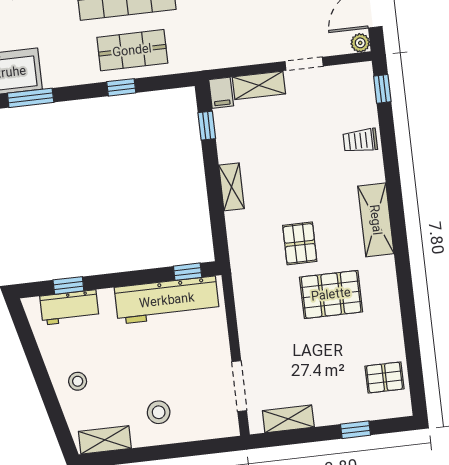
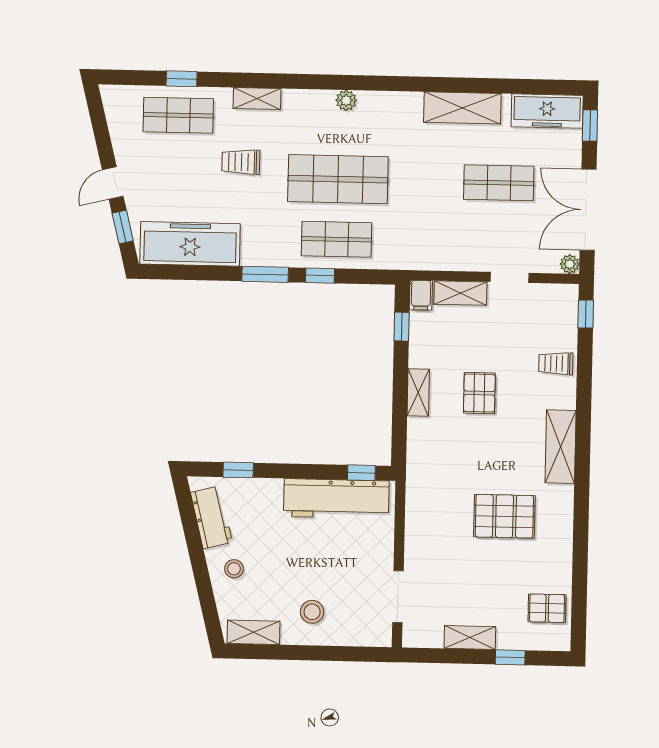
window: (31, 98) -> (265, 274), moved
pallet: (300, 243) -> (479, 393), moved
workbench: (69, 307) -> (211, 517), moved, turned -104
shelving: (288, 419) -> (470, 638), moved

